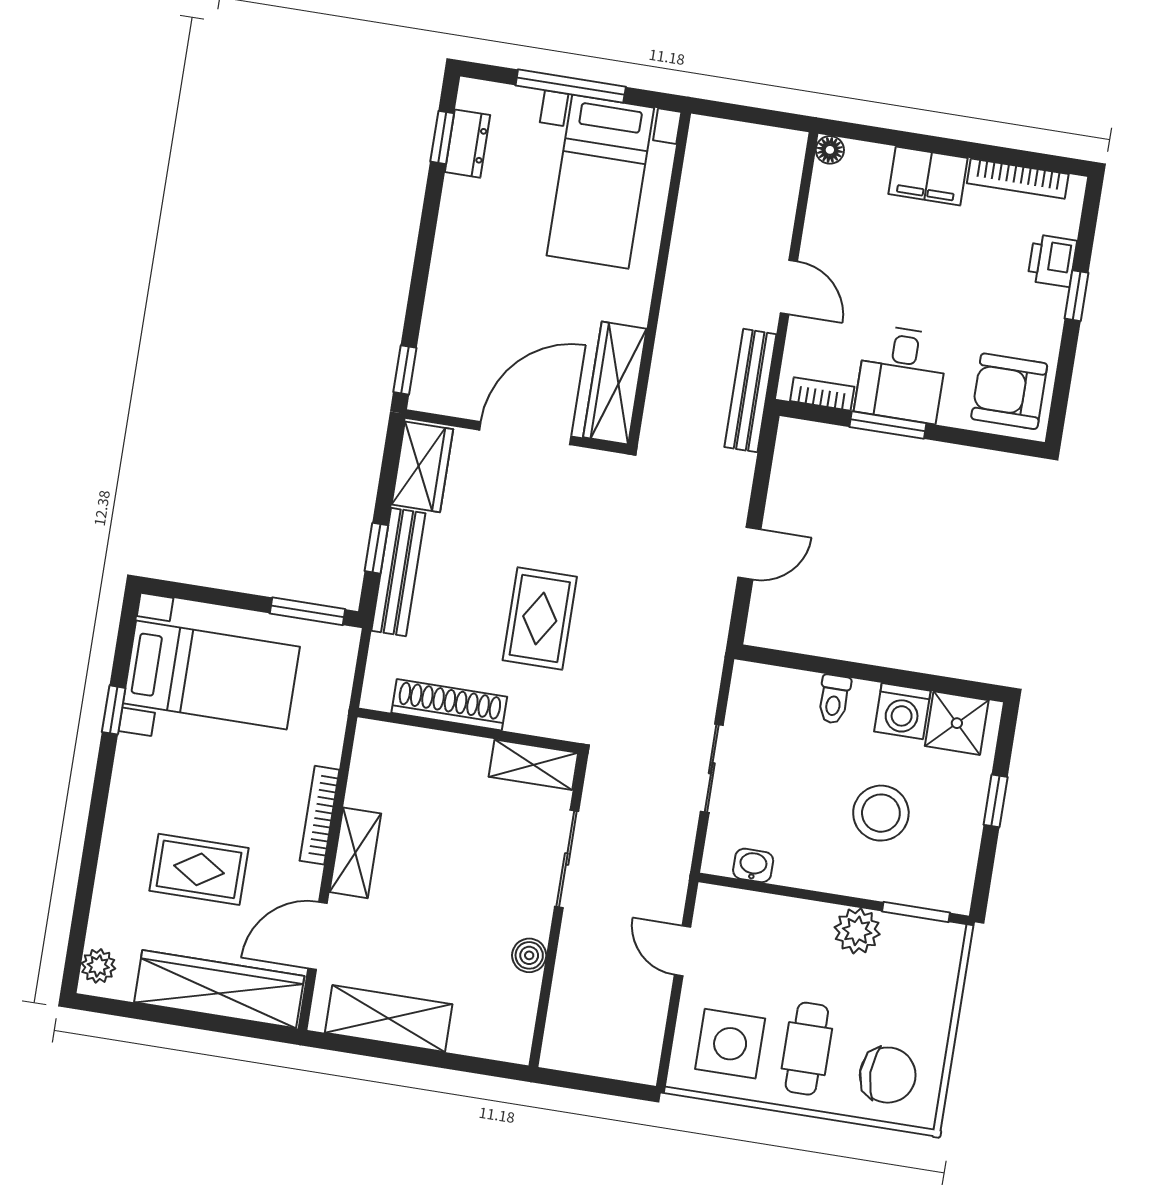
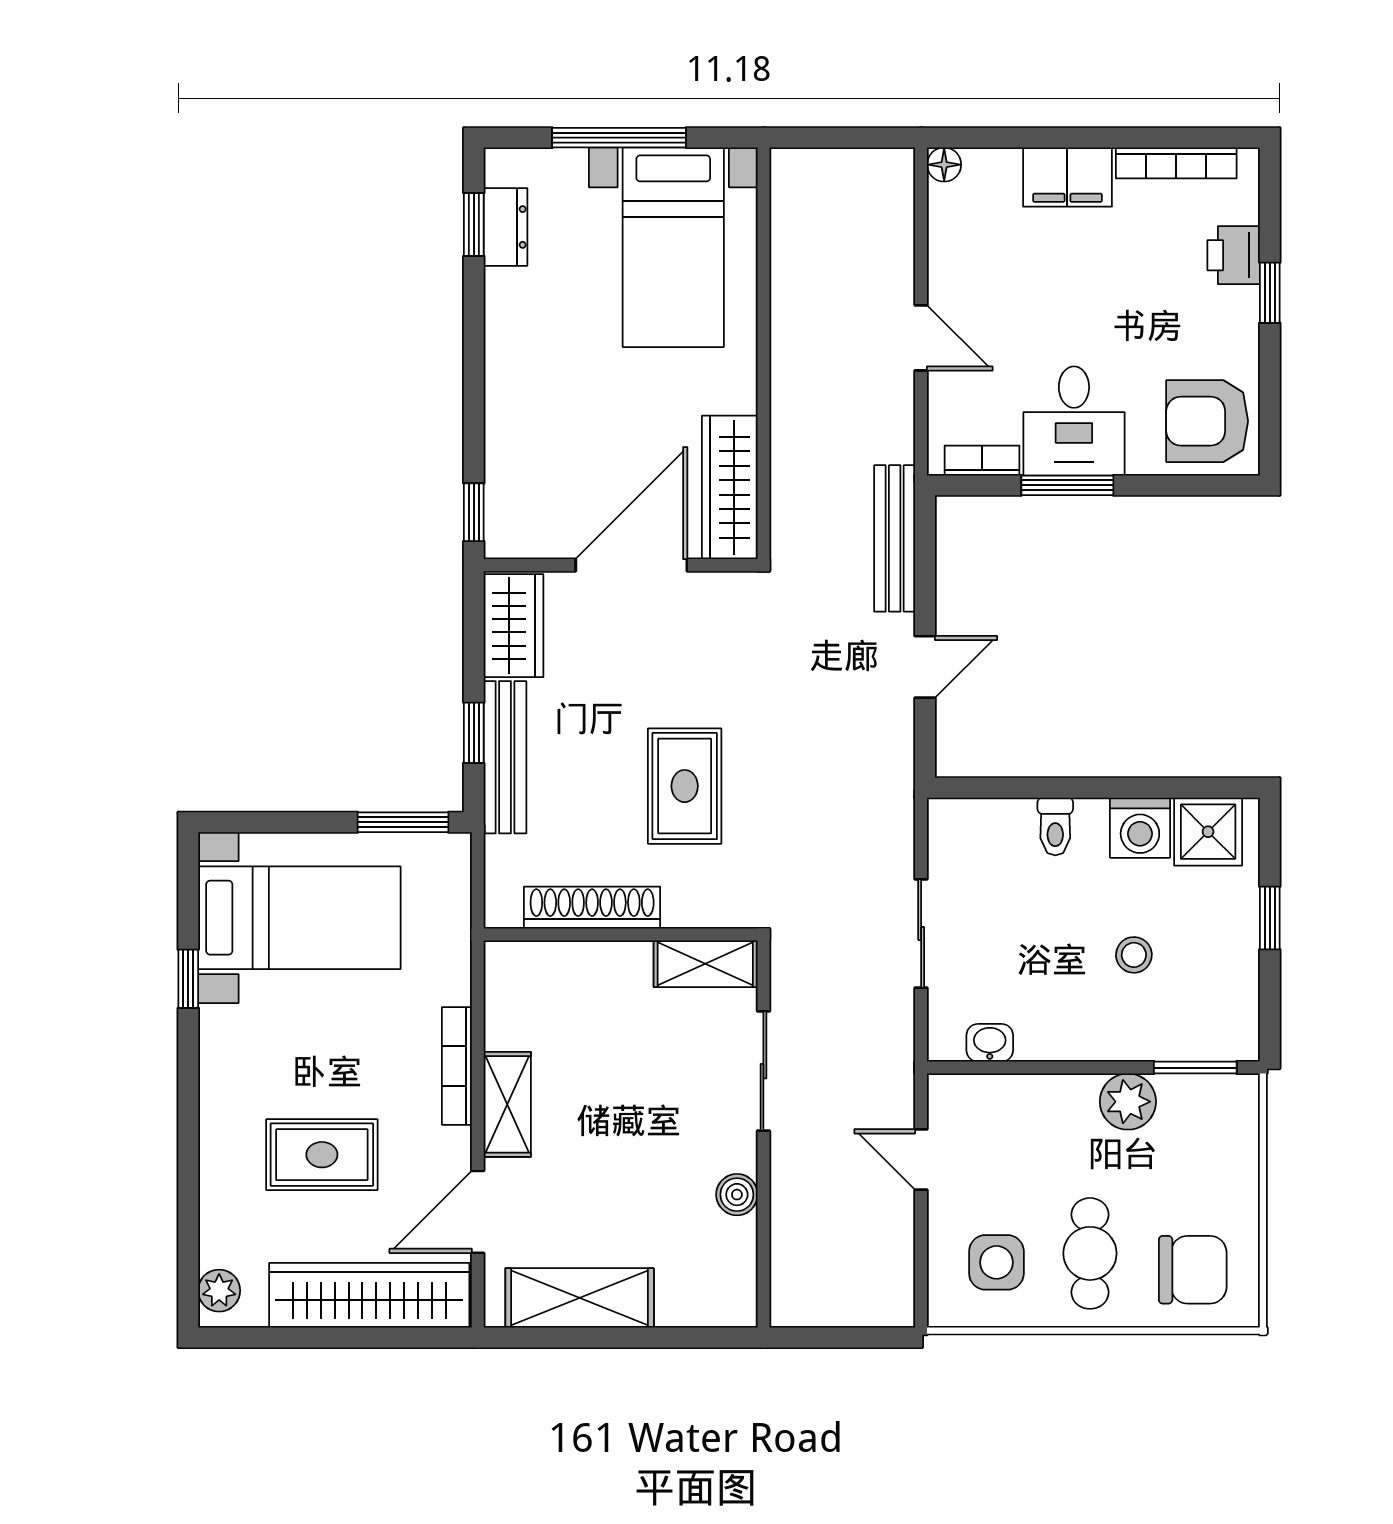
bench: (750, 391) -> (895, 538), moved
stool: (881, 813) -> (1134, 955), width x0.53, depth x0.53
side table: (730, 1044) -> (996, 1262), width x0.73, depth x0.73

